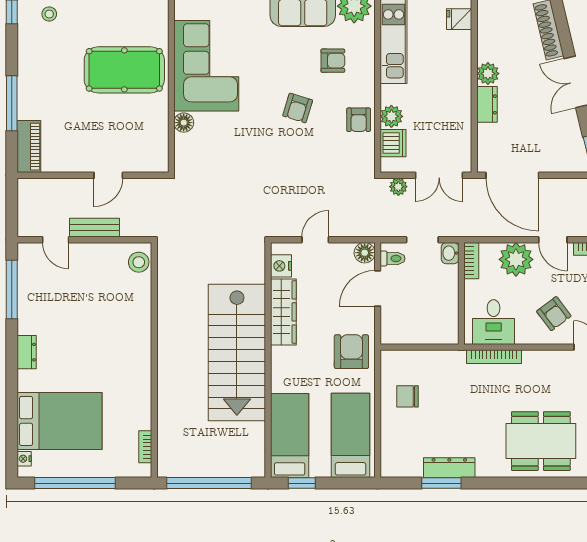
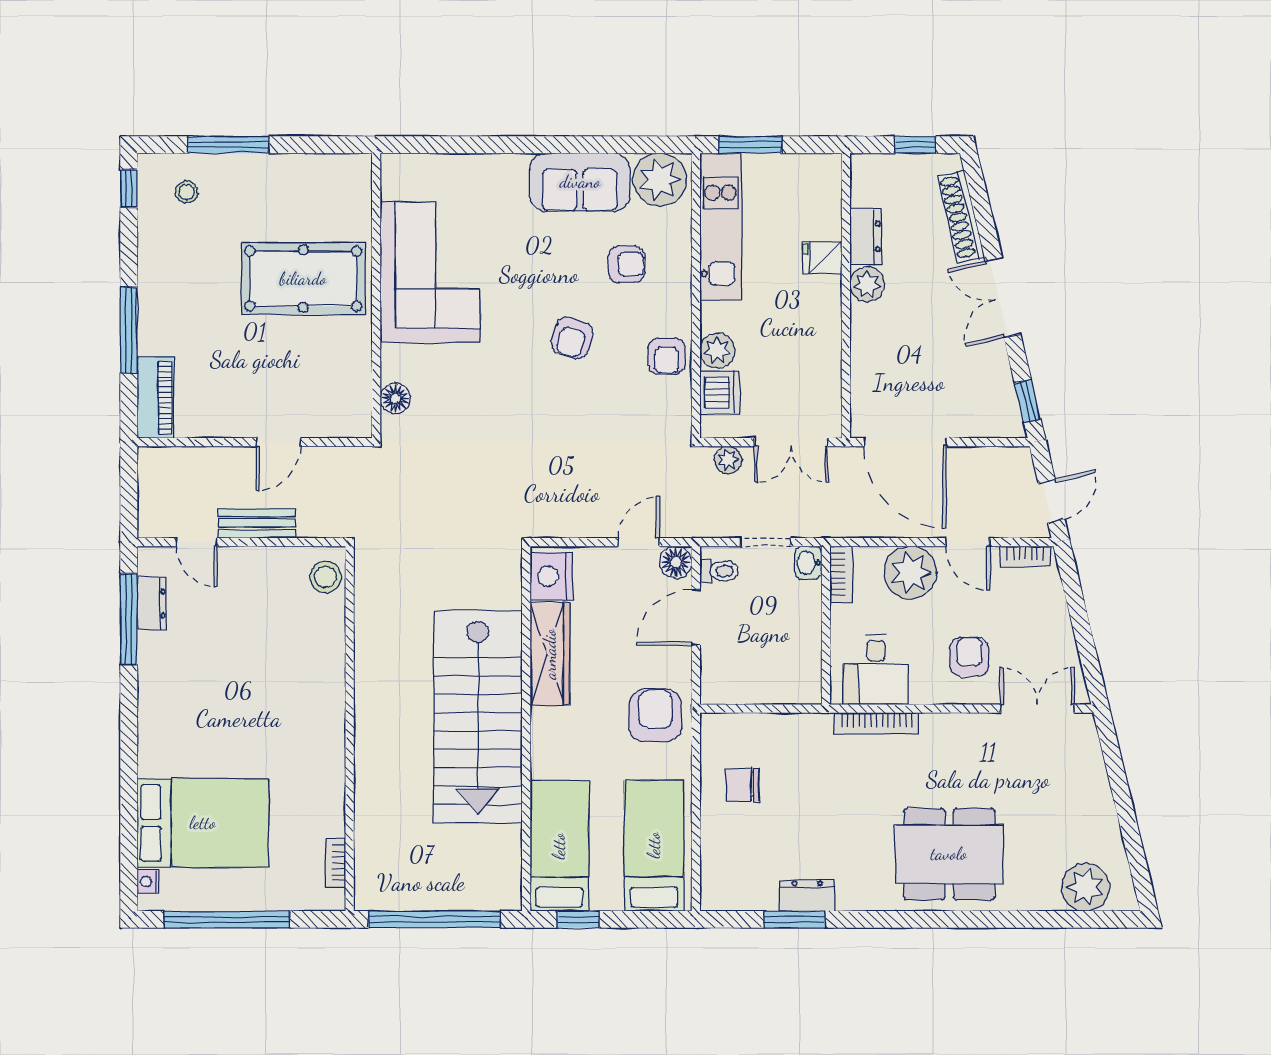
fridge: (459, 19) -> (822, 258), moved
dresser: (487, 104) -> (866, 236), moved
floor lamp: (184, 123) -> (395, 398), moved
door: (315, 240) -> (639, 542), moved
nightstand: (281, 266) -> (551, 576), width x1.36, depth x1.33
armchair: (554, 314) -> (969, 657), turned -143
dresser: (27, 352) -> (152, 604), moved
dresser: (449, 468) -> (807, 895), width x0.70

